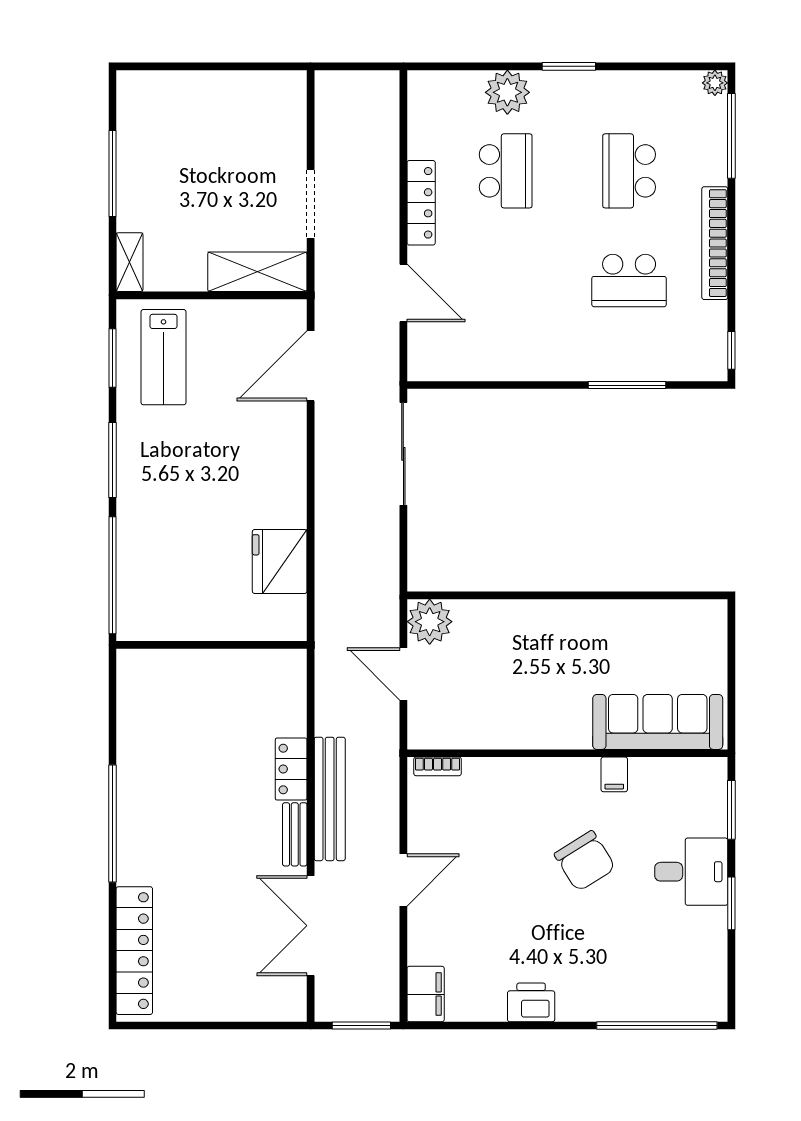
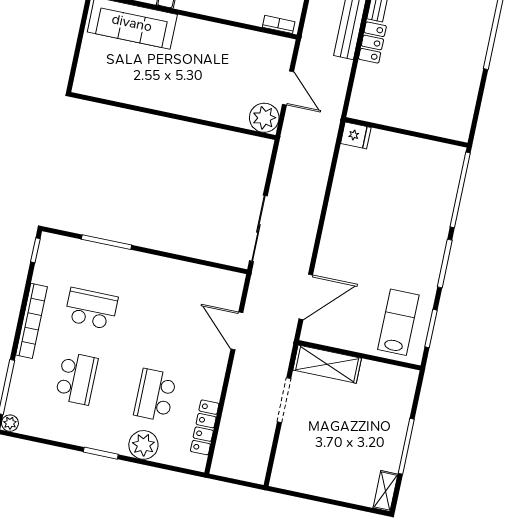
locker: (421, 203) -> (205, 427), moved
shelving: (130, 262) -> (385, 491), moved
fridge: (280, 561) -> (356, 135), moved, width x0.53, depth x0.75

